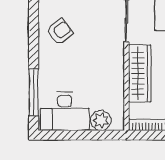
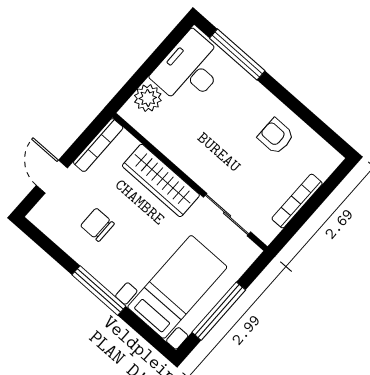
armchair: (60, 32) -> (276, 136), turned 127

